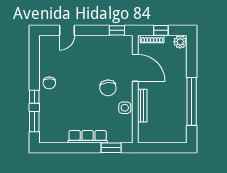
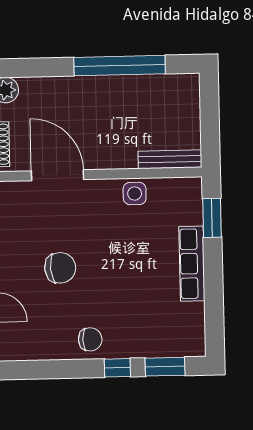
door: (135, 68) -> (58, 175), hinge flipped
chair: (108, 88) -> (60, 268), moved
bench: (142, 106) -> (170, 159), moved

